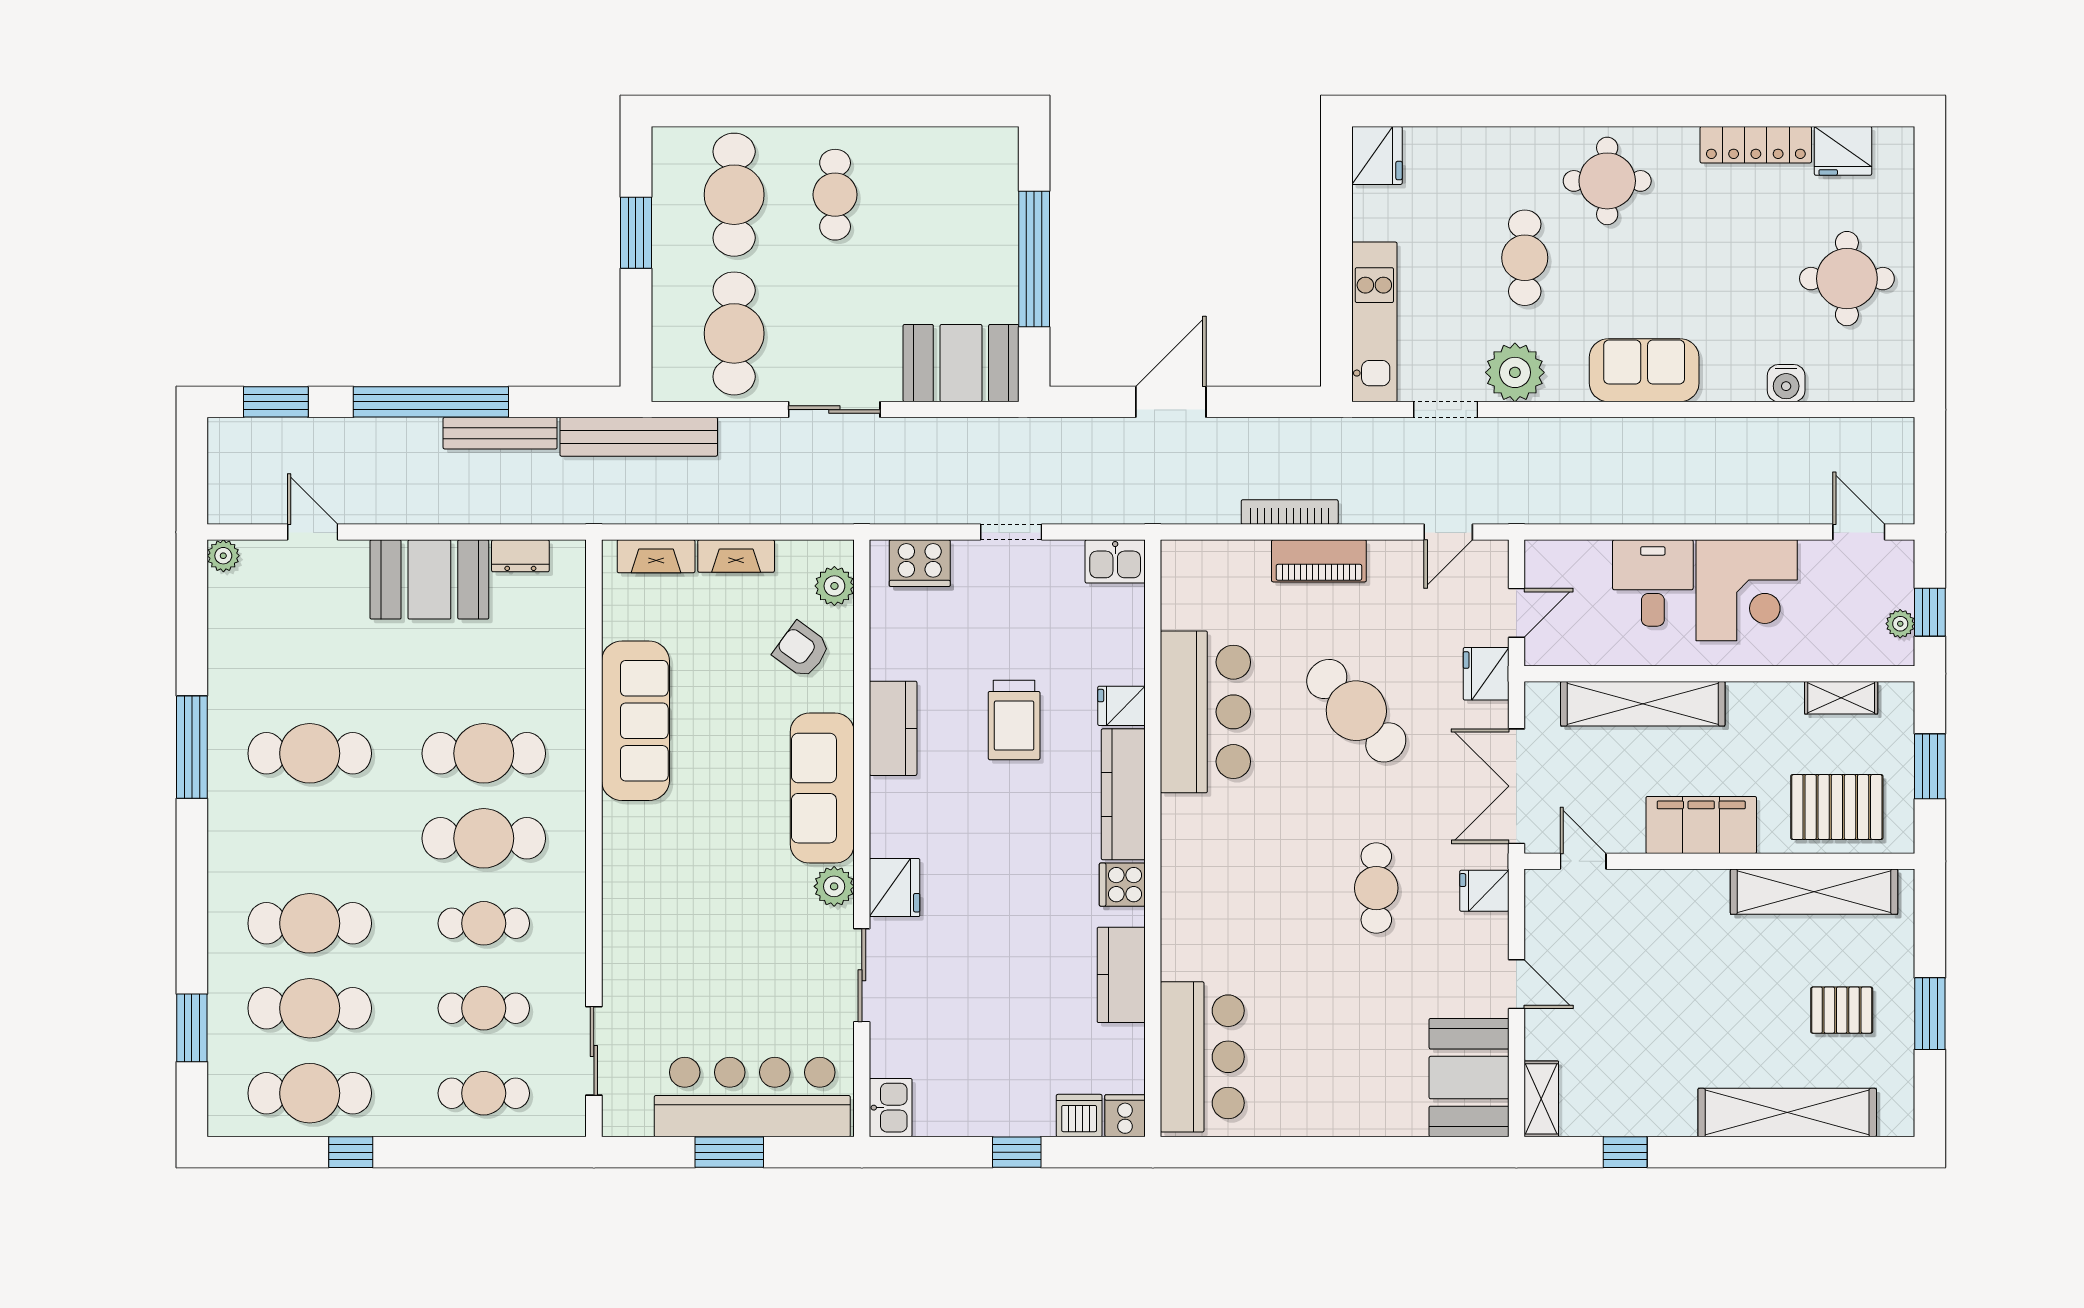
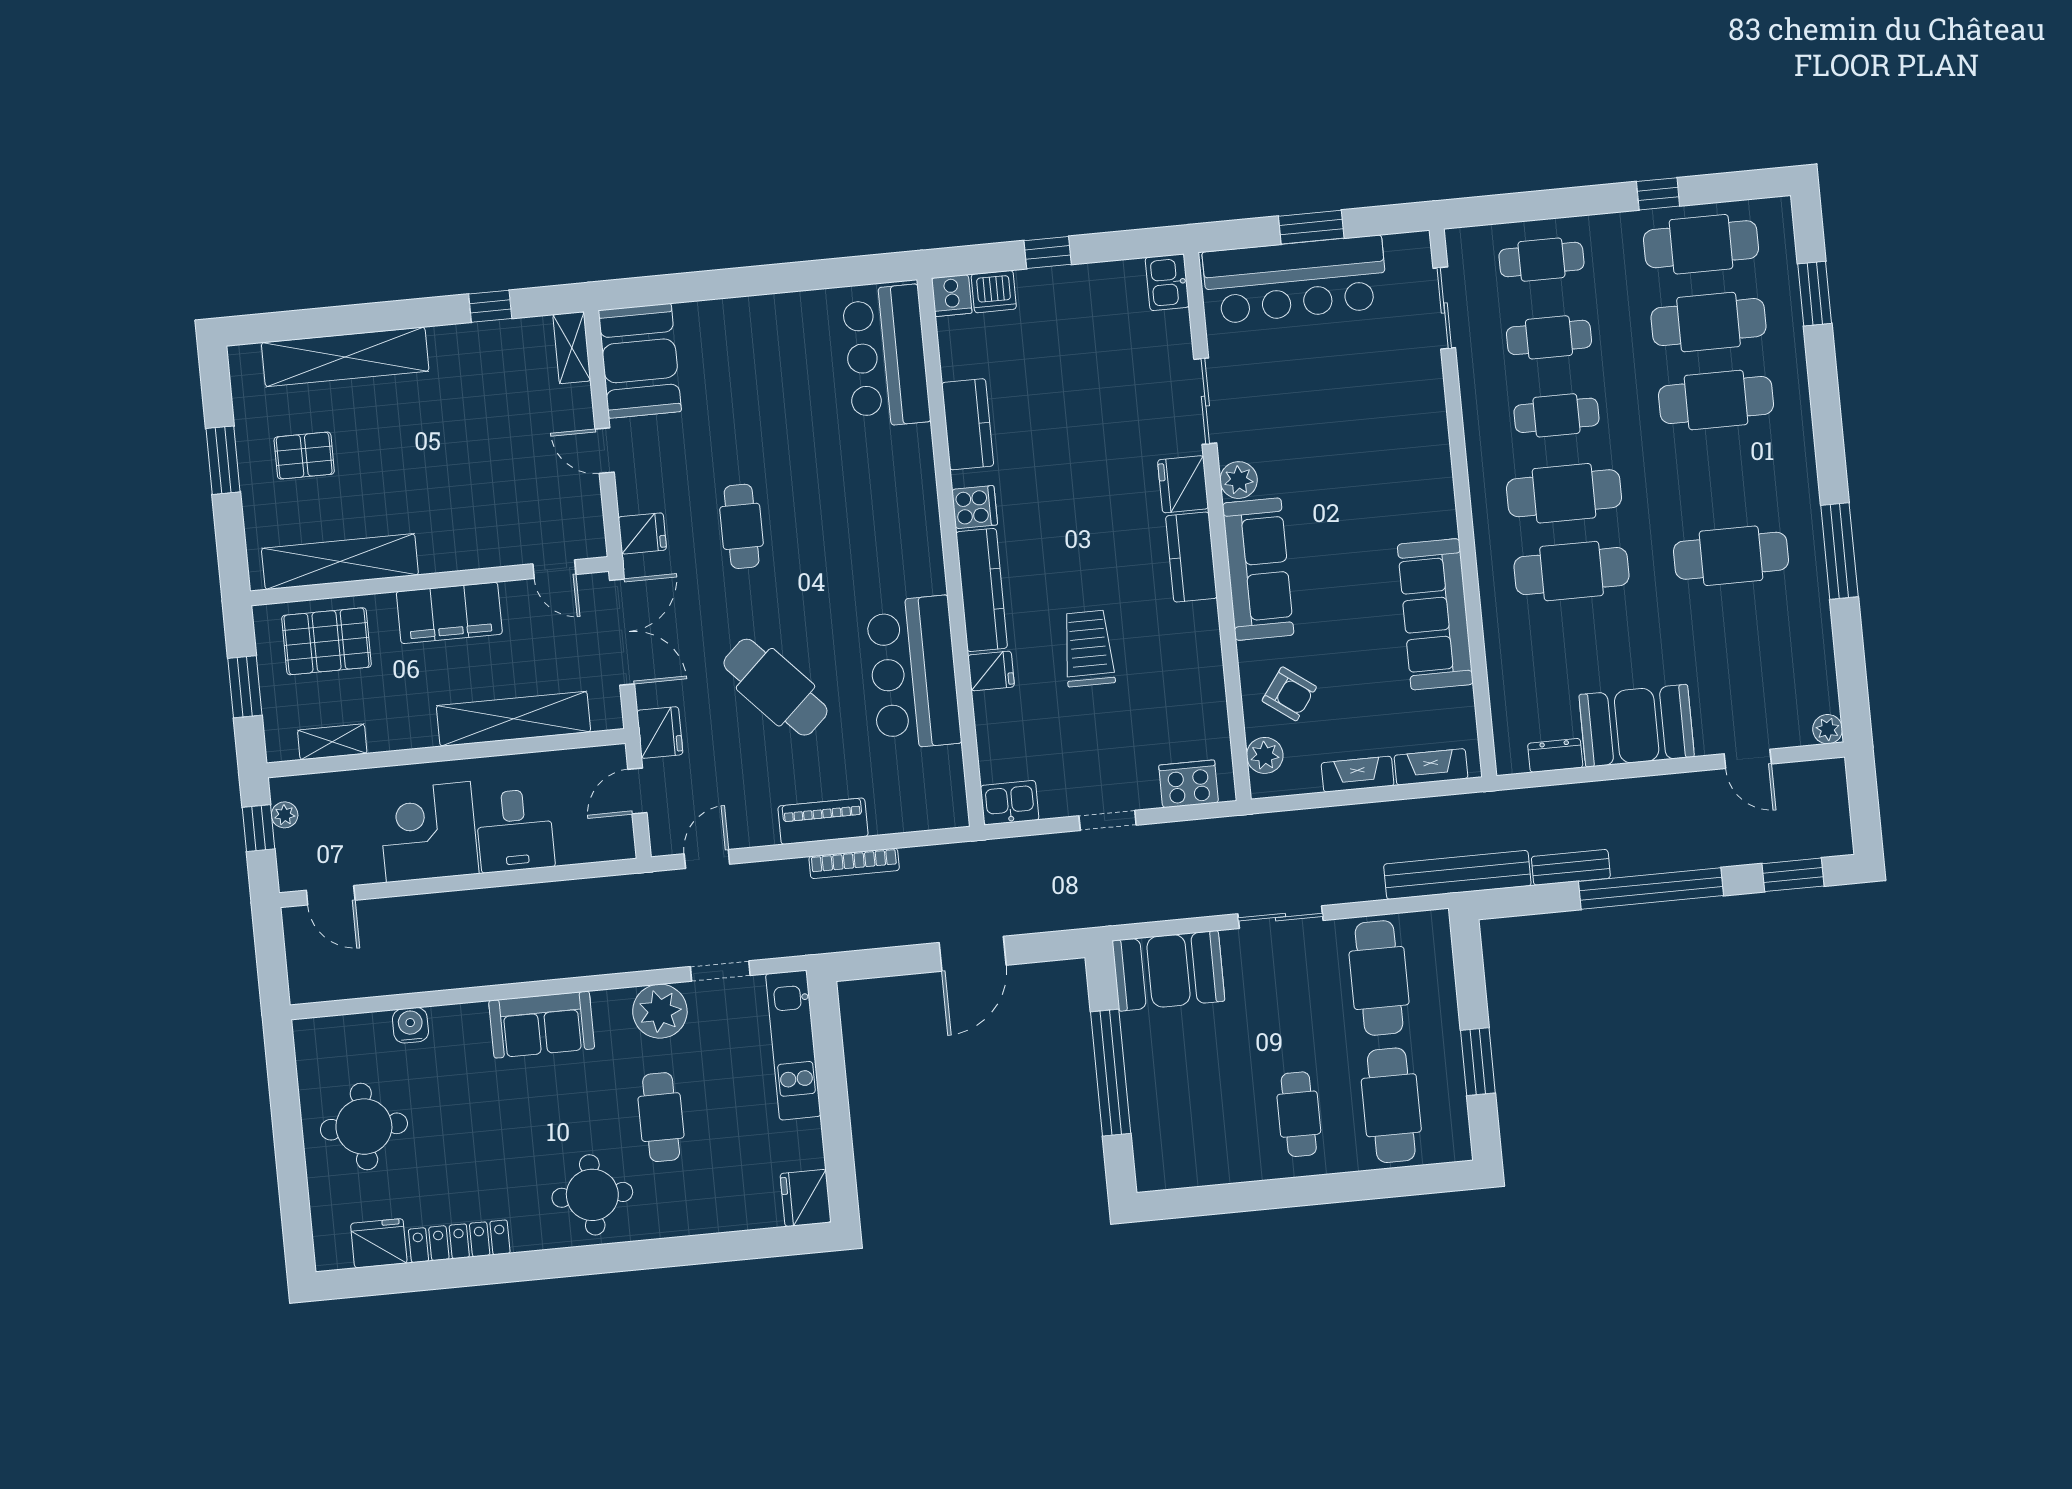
bench: (500, 433) -> (1571, 867), width x0.73
kitchen counter: (893, 728) -> (1191, 557), moved

